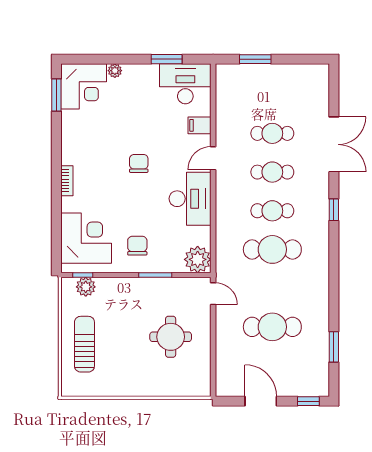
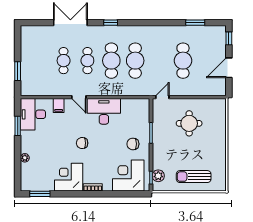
corner desk: (84, 86) -> (69, 177), moved, turned -90
cafe table: (272, 211) -> (111, 61), width x1.37, depth x1.35
plant: (198, 259) -> (141, 107), removed

